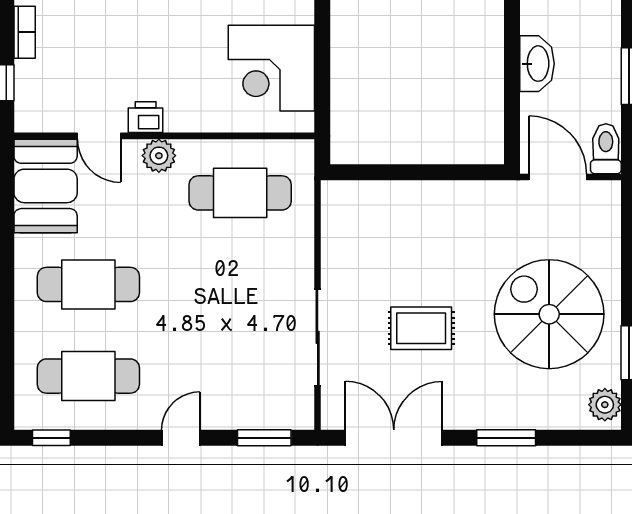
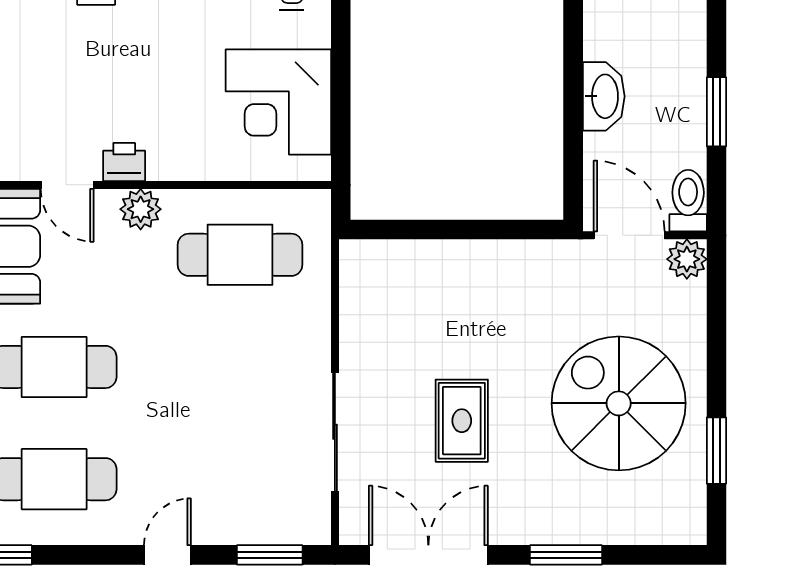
rug: (421, 328) -> (462, 421), turned 90
plant: (605, 405) -> (687, 259), moved

